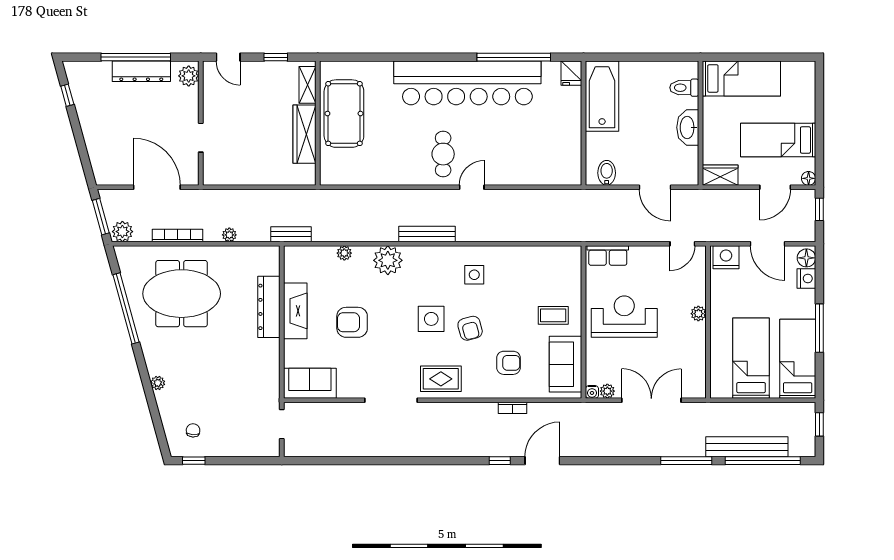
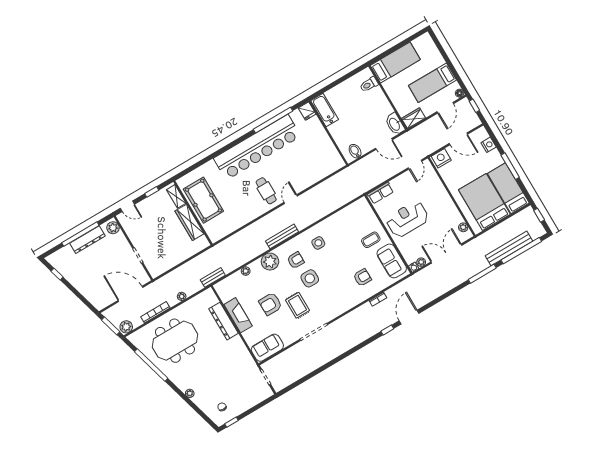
bathtub: (602, 96) -> (325, 110), width x0.73, depth x0.73
washbasin: (688, 127) -> (395, 124), moved
floor lamp: (806, 258) -> (482, 134), removed
plant: (698, 314) -> (463, 227), moved
armchair: (470, 328) -> (296, 260), moved, turned -75
bed: (751, 358) -> (484, 202), width x1.50
rug: (441, 379) -> (298, 305), moved, turned 90

